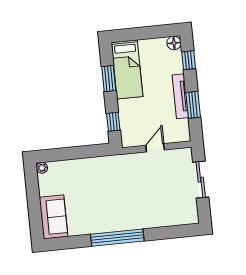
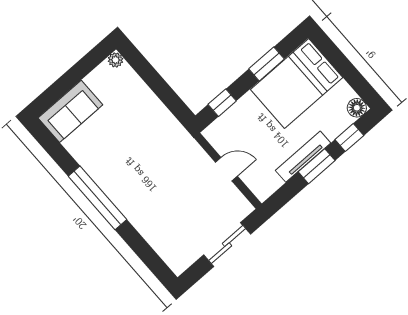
bed: (127, 69) -> (297, 83), width x1.50
window: (193, 105) -> (317, 166), moved

